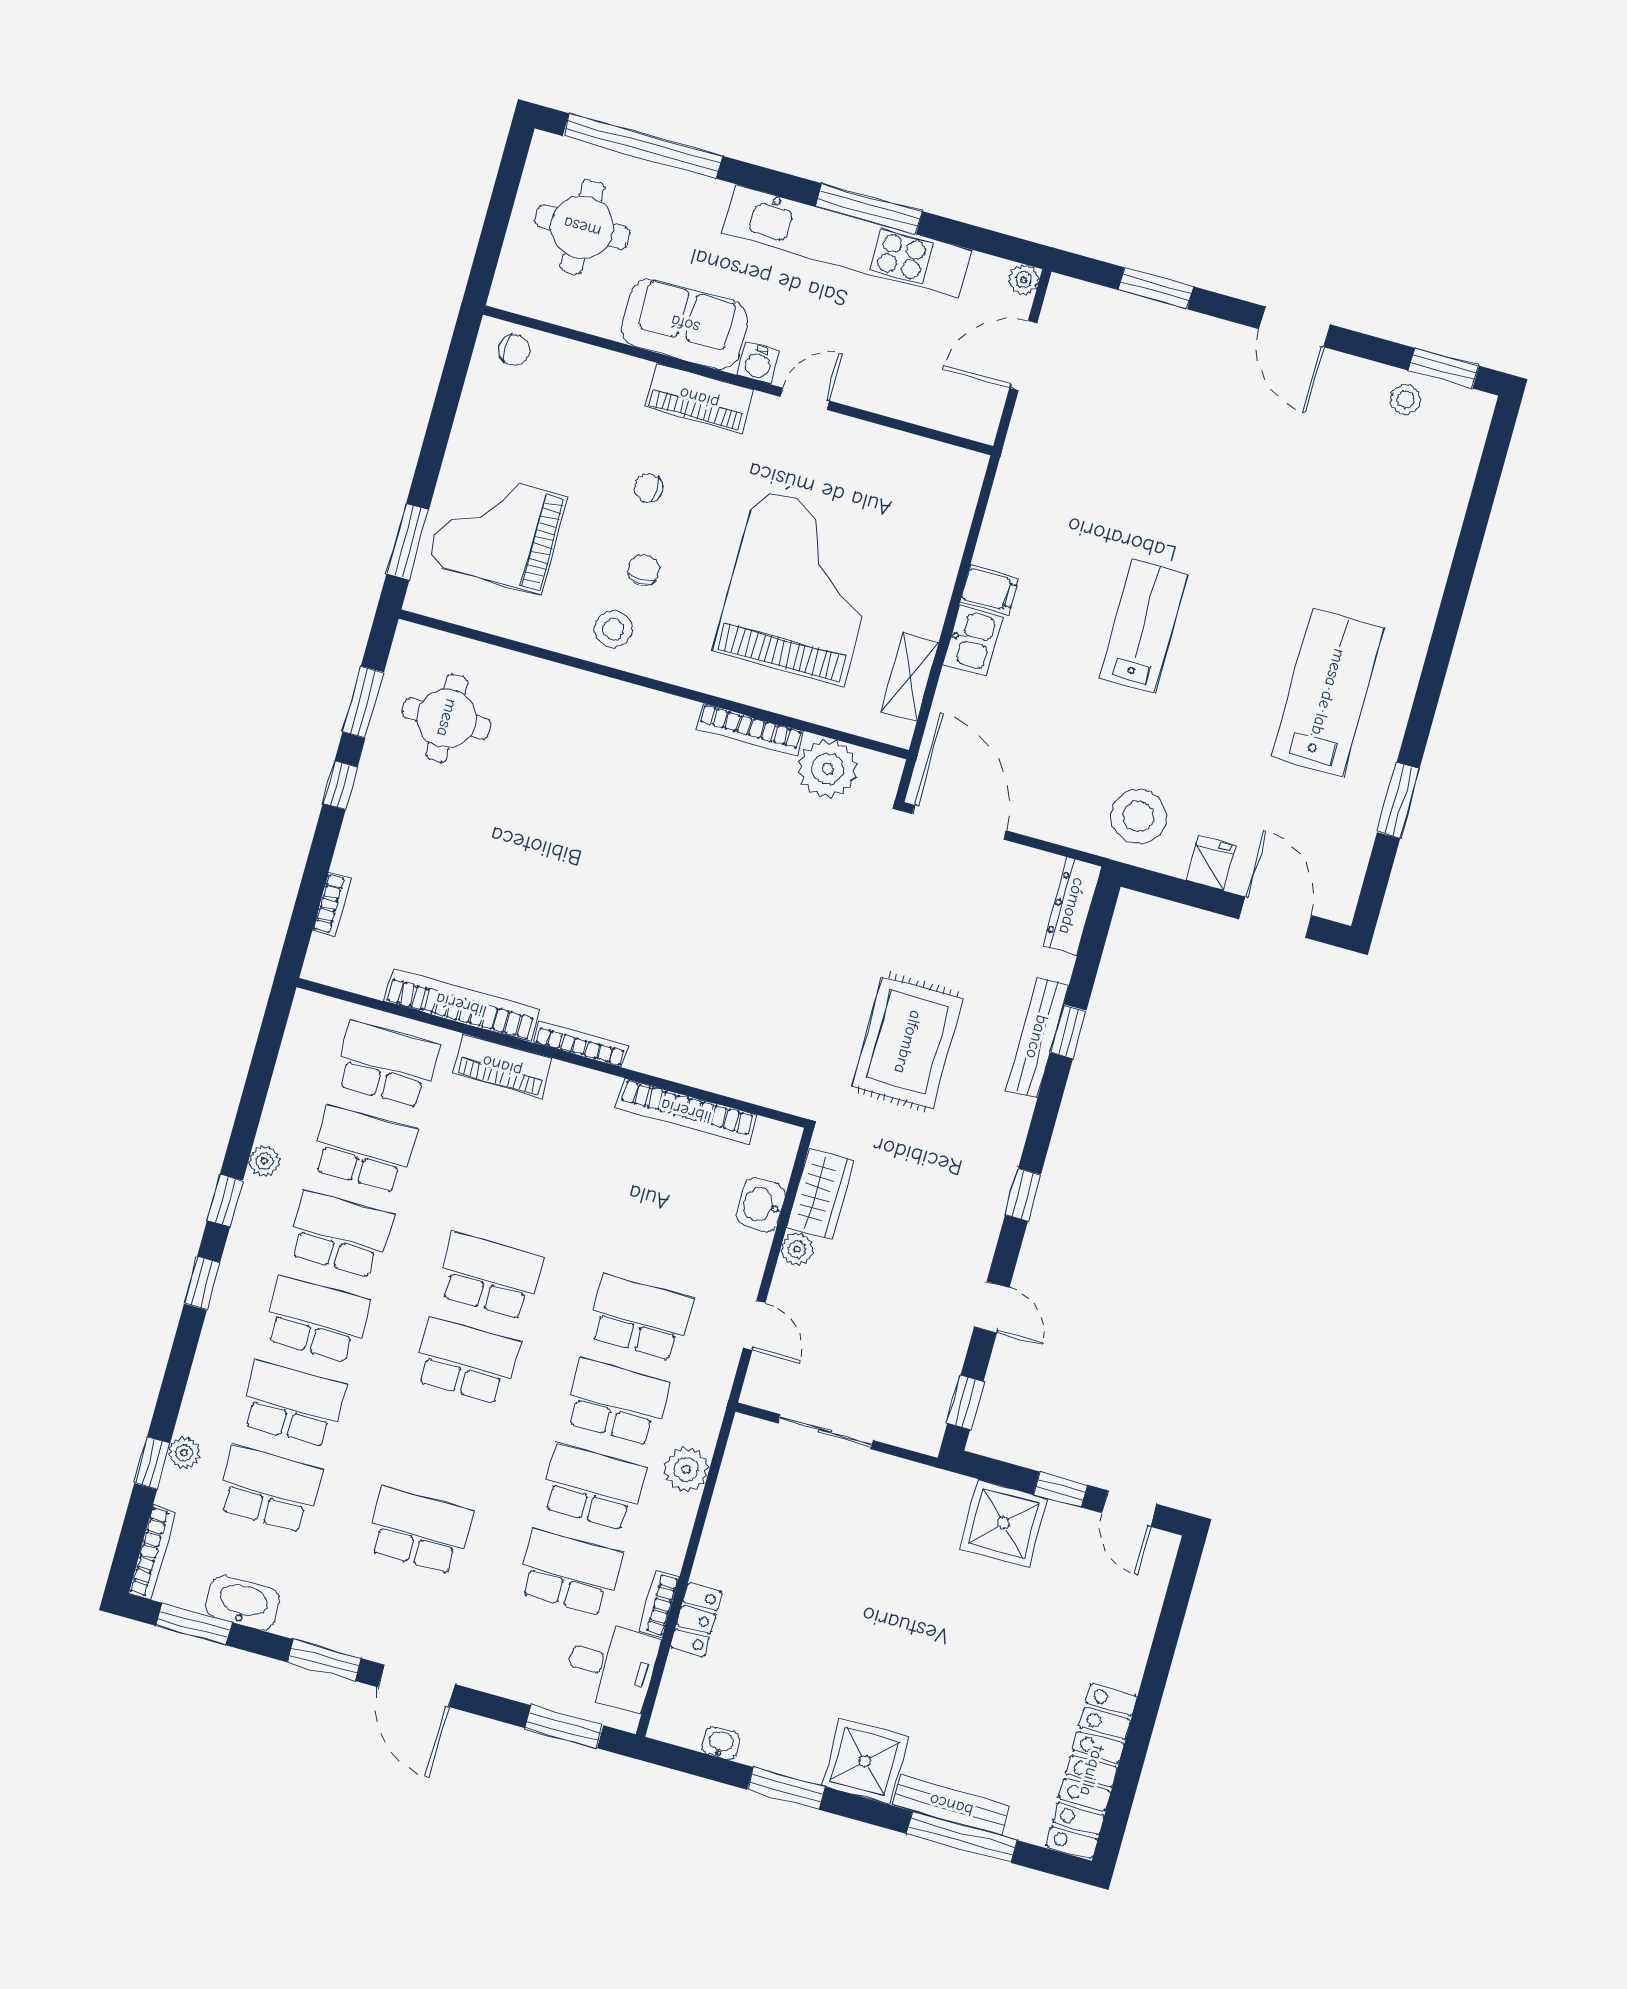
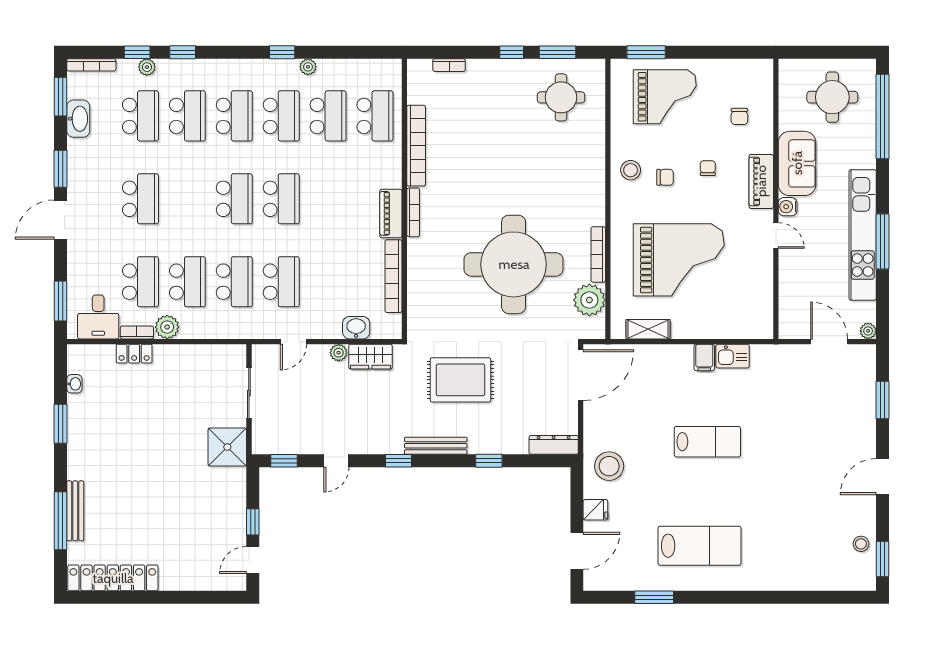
chair: (514, 350) -> (739, 116), moved
grand piano: (498, 530) -> (665, 97), turned 90
kitchen sink: (973, 640) -> (733, 356), moved
round table: (725, 888) -> (514, 264), added
bench: (1037, 1037) -> (436, 446), moved
piano: (502, 1066) -> (391, 213), moved
window: (202, 1283) -> (183, 52), moved
plant: (686, 1469) -> (167, 327), moved
shower: (1003, 1523) -> (227, 447), moved
shower: (865, 1761) -> (86, 460), removed

